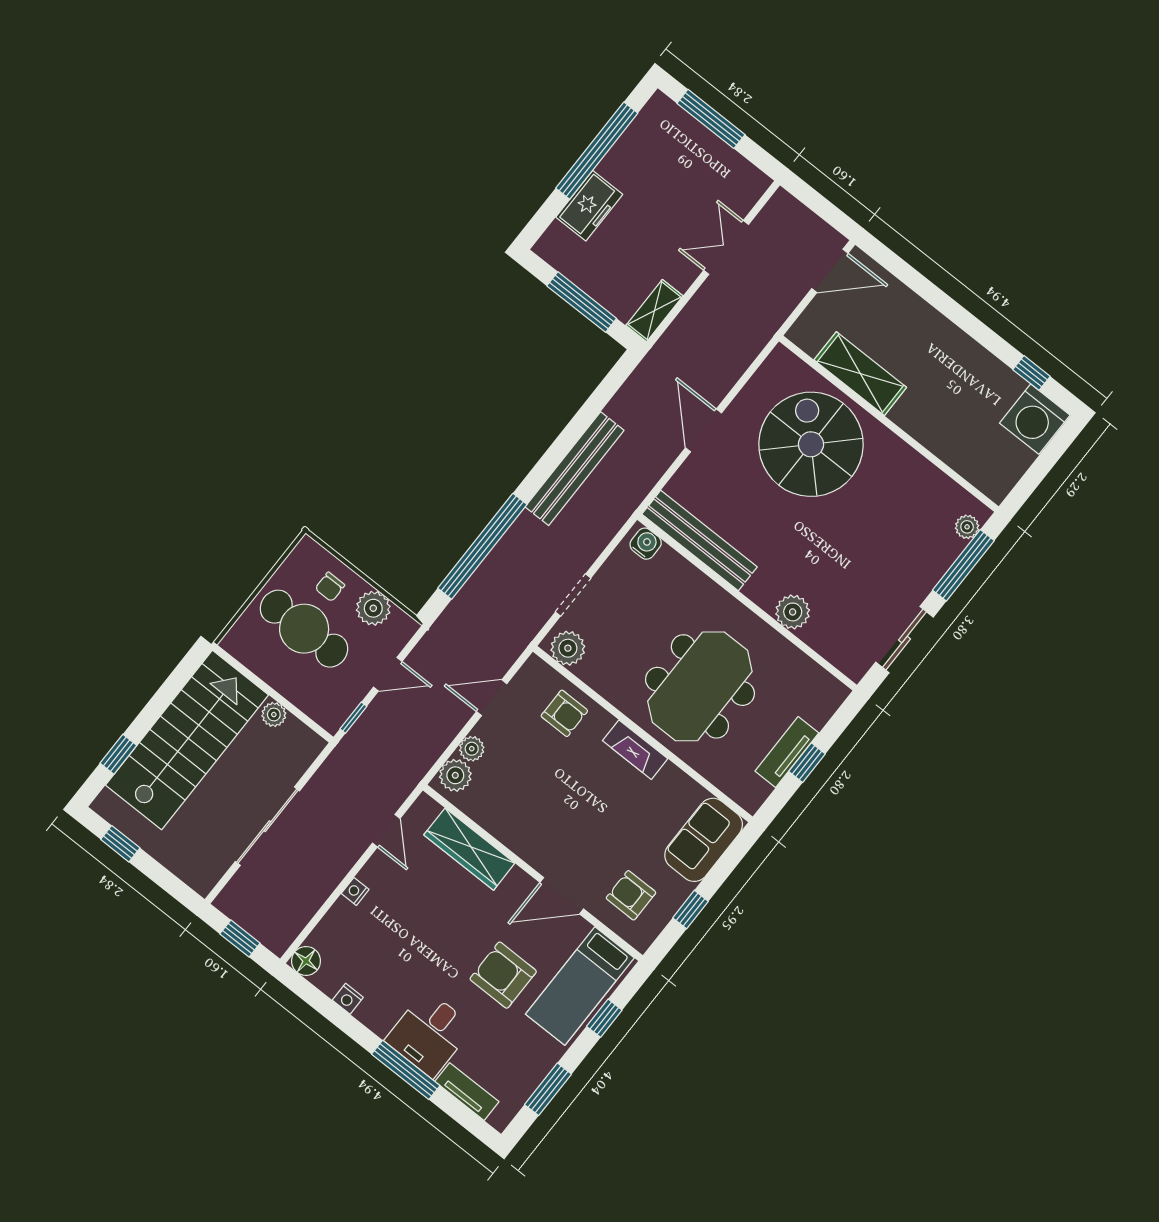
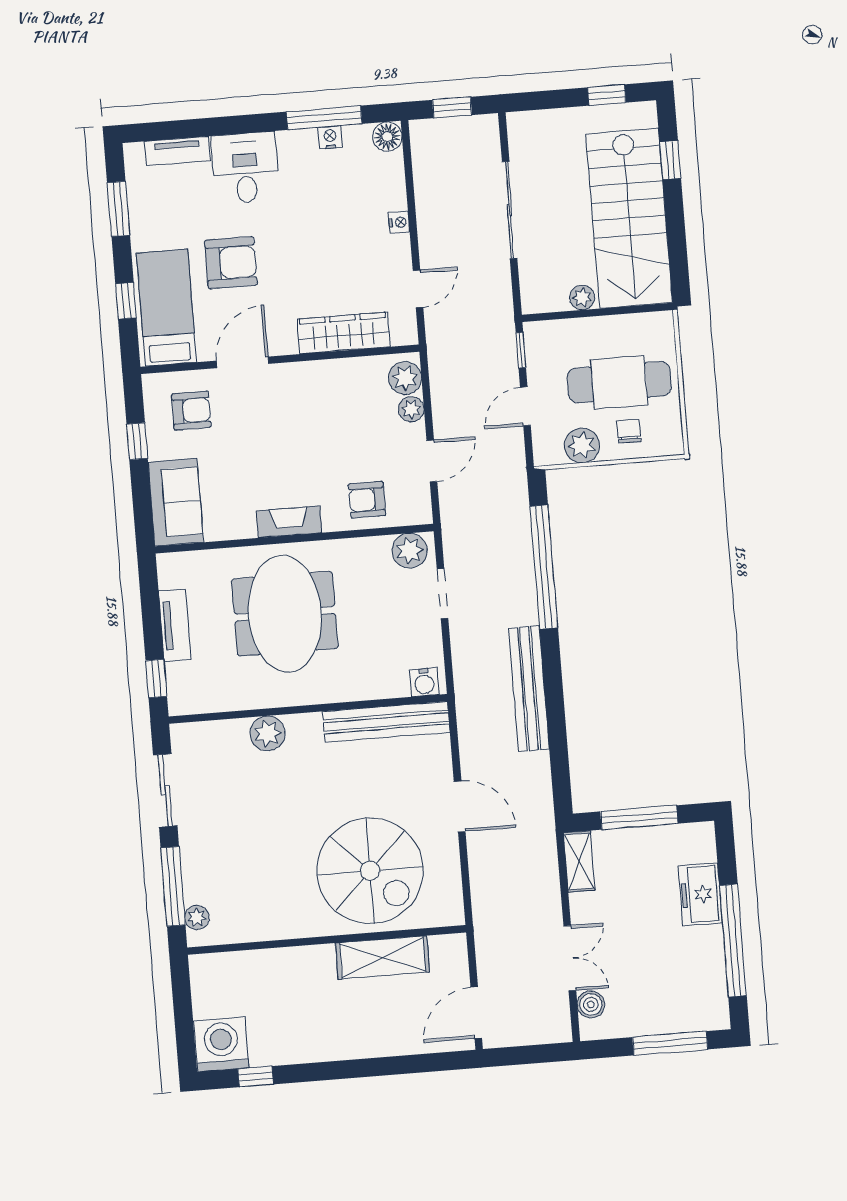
boiler: (742, 200) -> (591, 1004), added
window: (807, 763) -> (156, 678), moved
door: (386, 831) -> (418, 289), swing flipped
window: (406, 1070) -> (324, 118), moved

